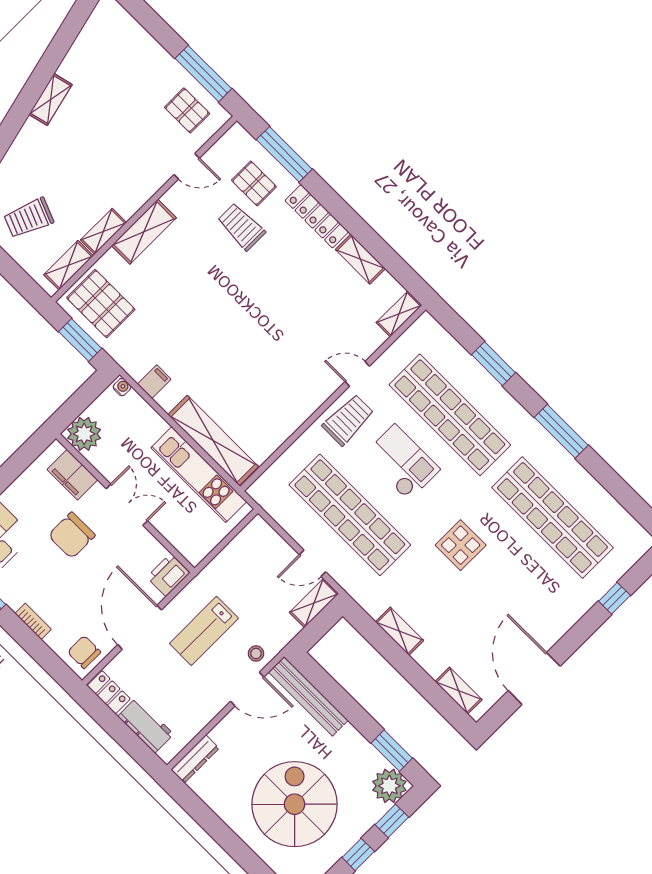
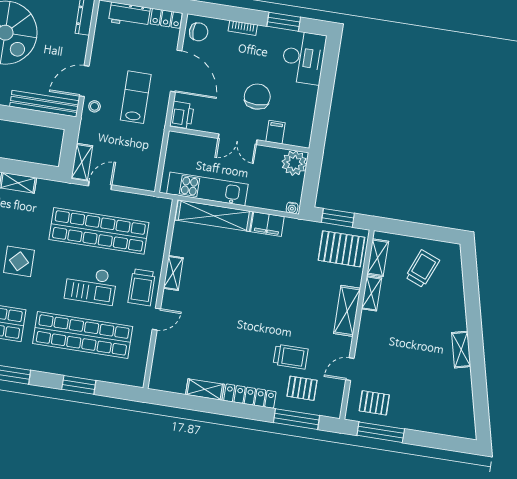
shelving: (399, 314) -> (173, 273), moved
filing cabinet: (154, 382) -> (267, 224), width x2.00
filing cabinet: (72, 475) -> (275, 132), width x0.50

